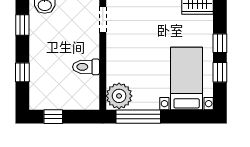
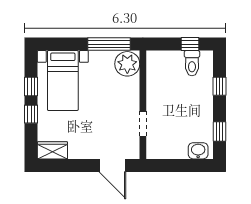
doorway: (103, 20) -> (143, 124), moved
toilet: (86, 67) -> (192, 63), moved, turned 90

